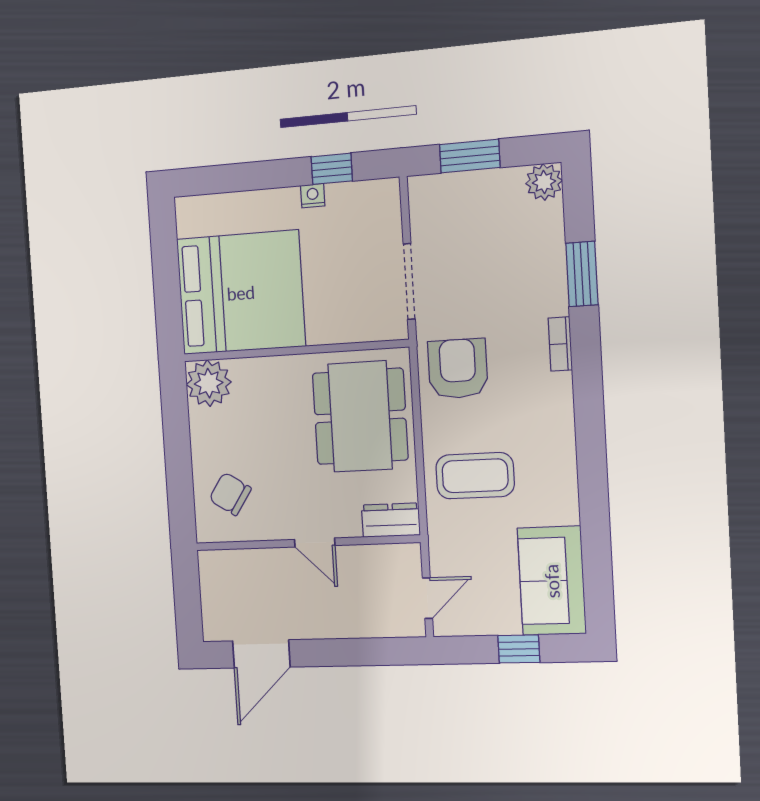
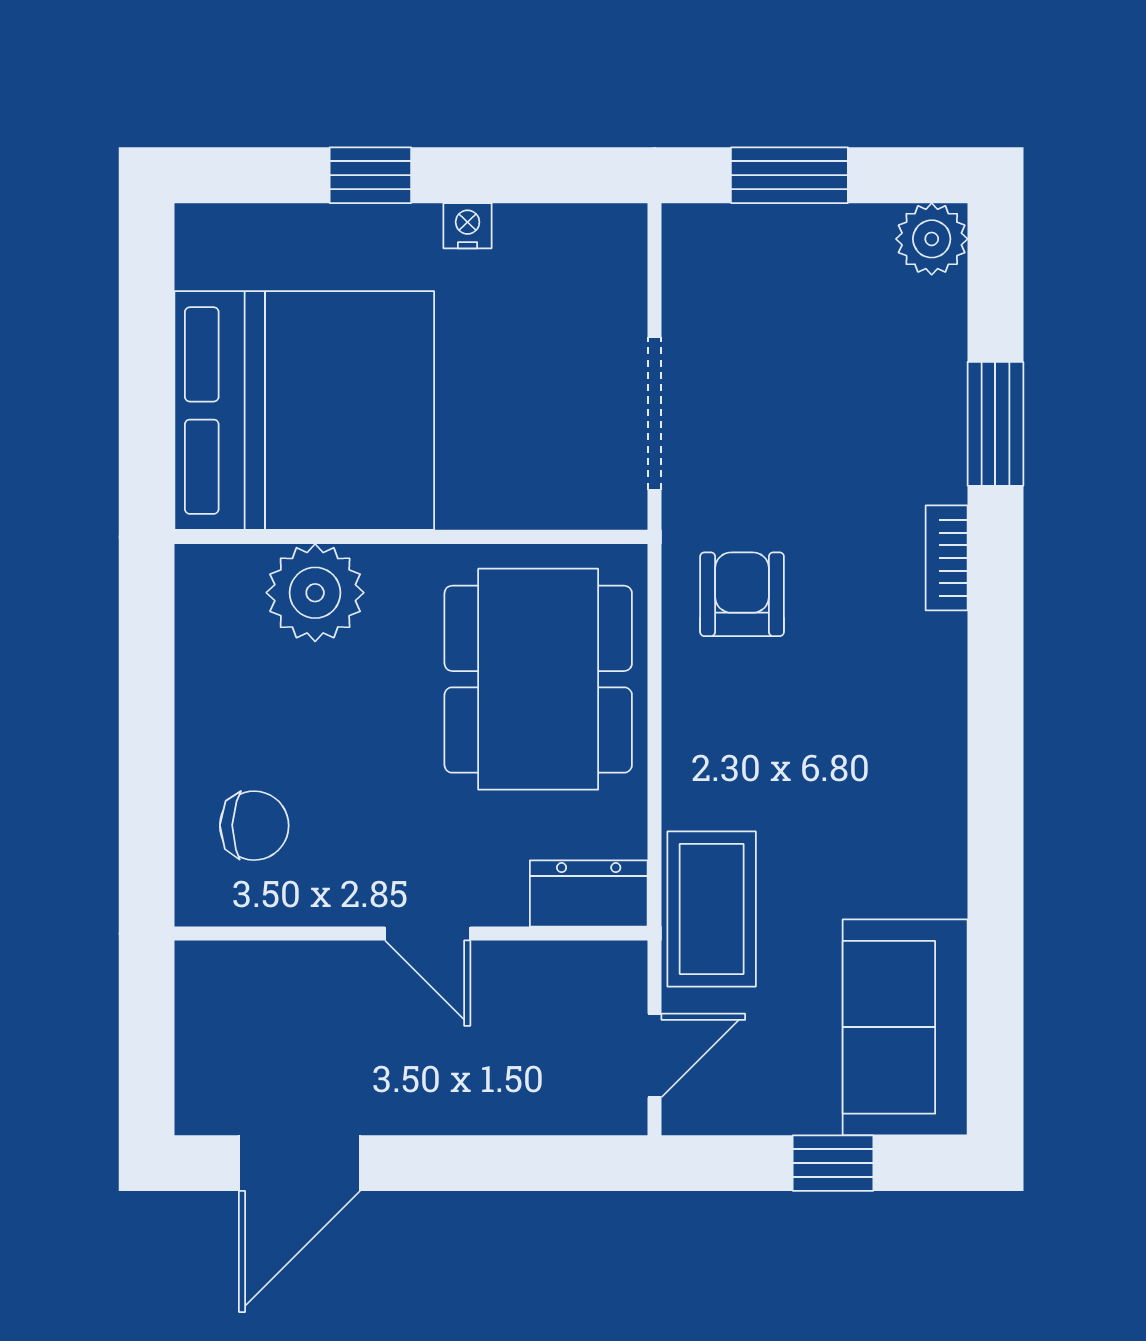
window: (332, 169) -> (370, 175), moved
armchair: (458, 369) -> (742, 594), width x0.72, depth x0.72
plant: (209, 383) -> (315, 593), moved
coffee table: (475, 476) -> (712, 909), moved, turned 90
chair: (230, 494) -> (254, 826), turned 148

